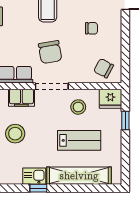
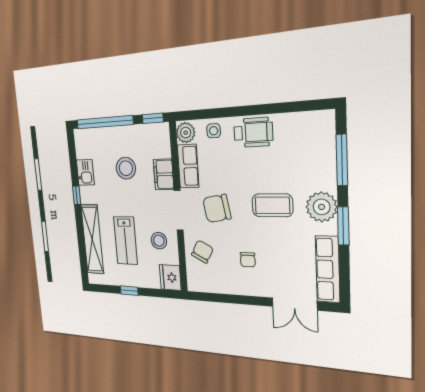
chair: (104, 68) -> (202, 252), moved
window: (125, 121) -> (129, 291), moved
kitchen sink: (34, 176) -> (85, 172), moved

